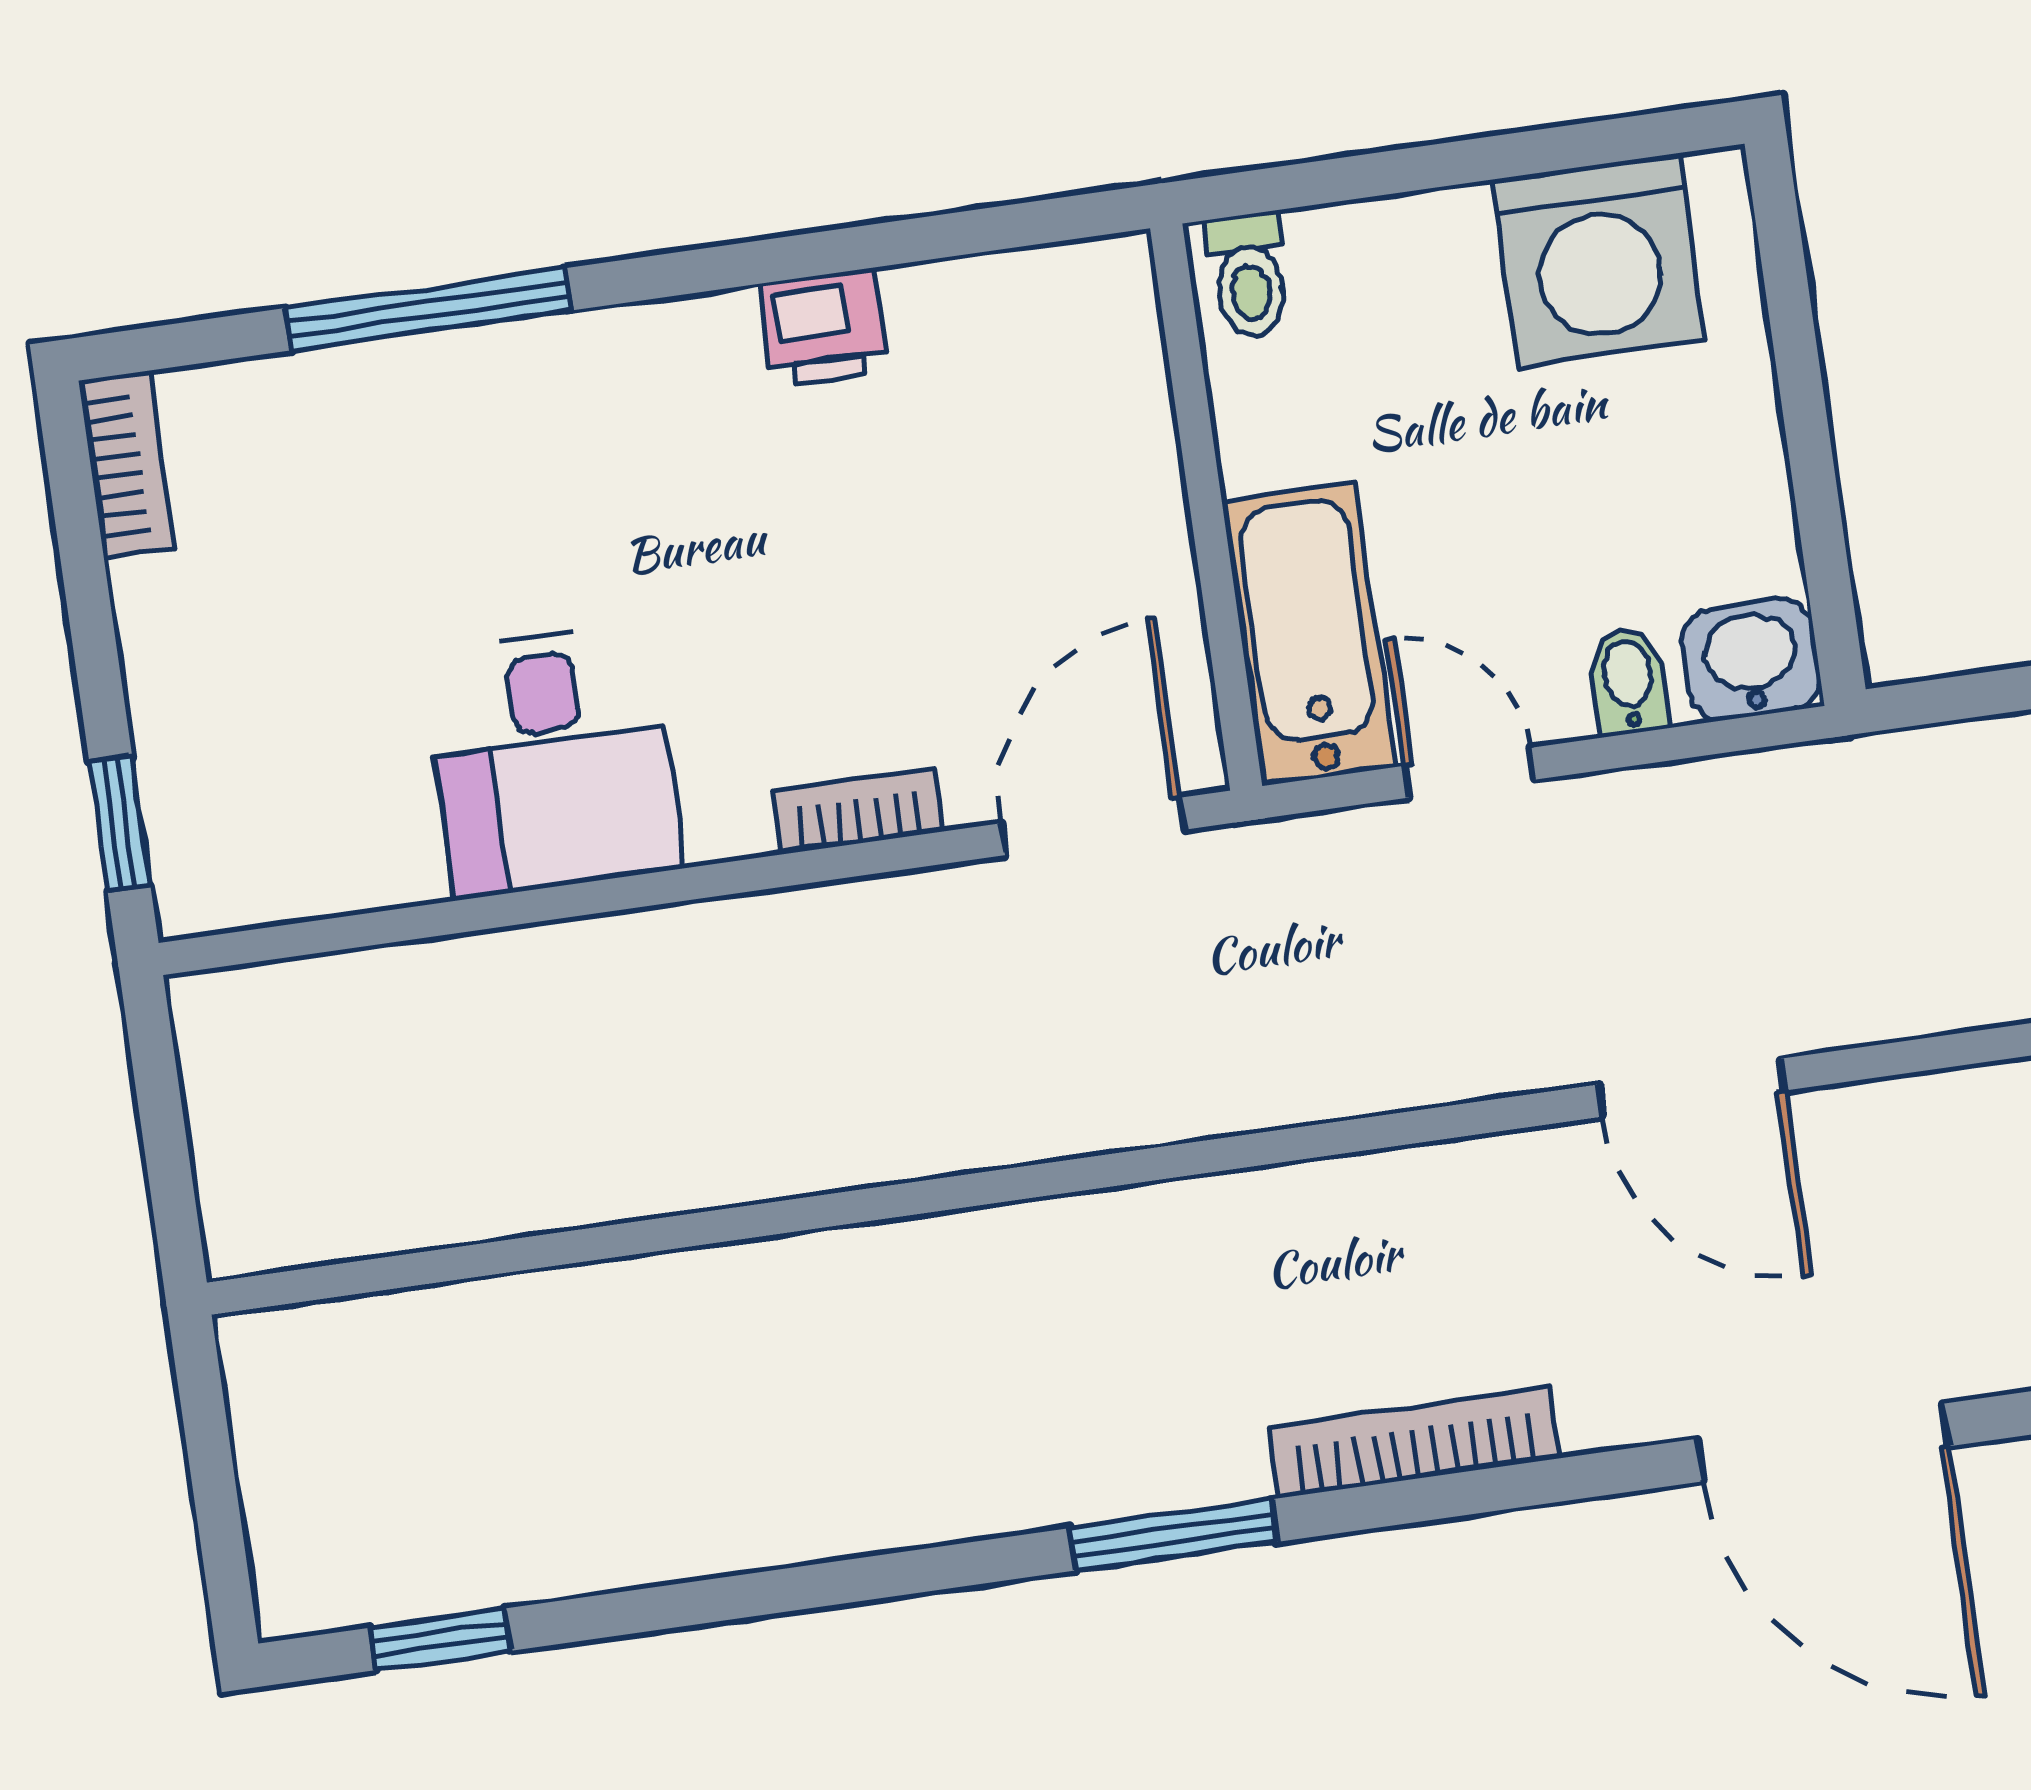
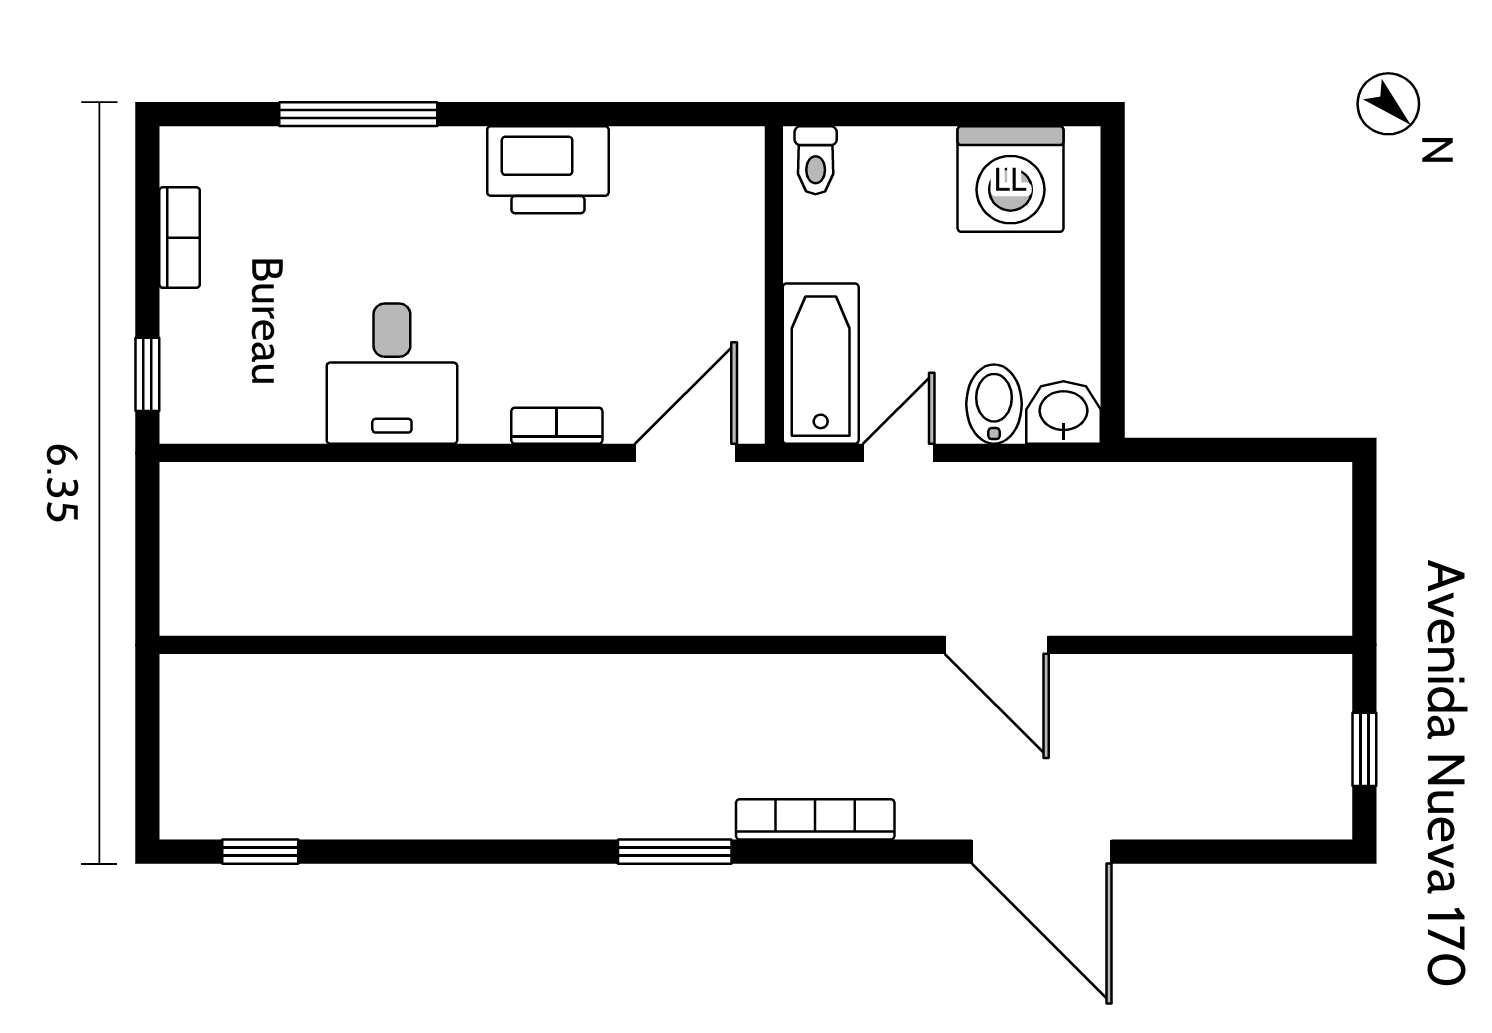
printer: (824, 328) -> (548, 170), width x1.87, depth x1.48
bookcase: (127, 465) -> (180, 238), moved
bidet: (1628, 681) -> (994, 404), width x1.38, depth x1.36
door: (1469, 773) -> (899, 453), hinge flipped

